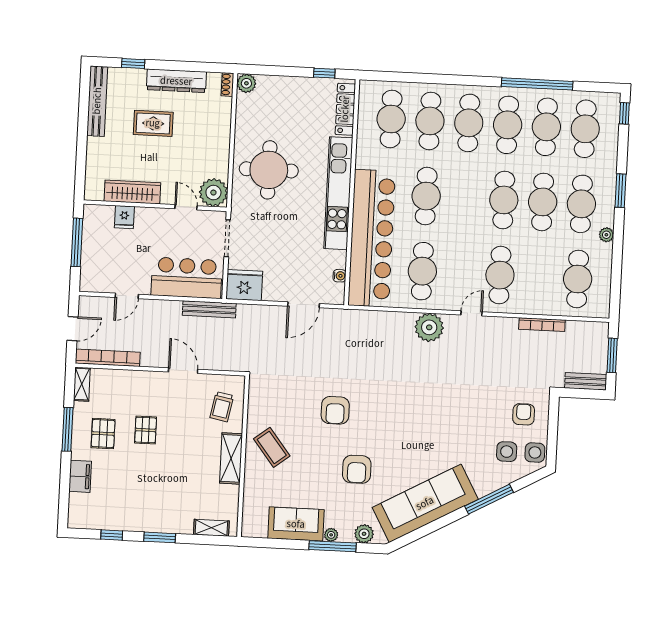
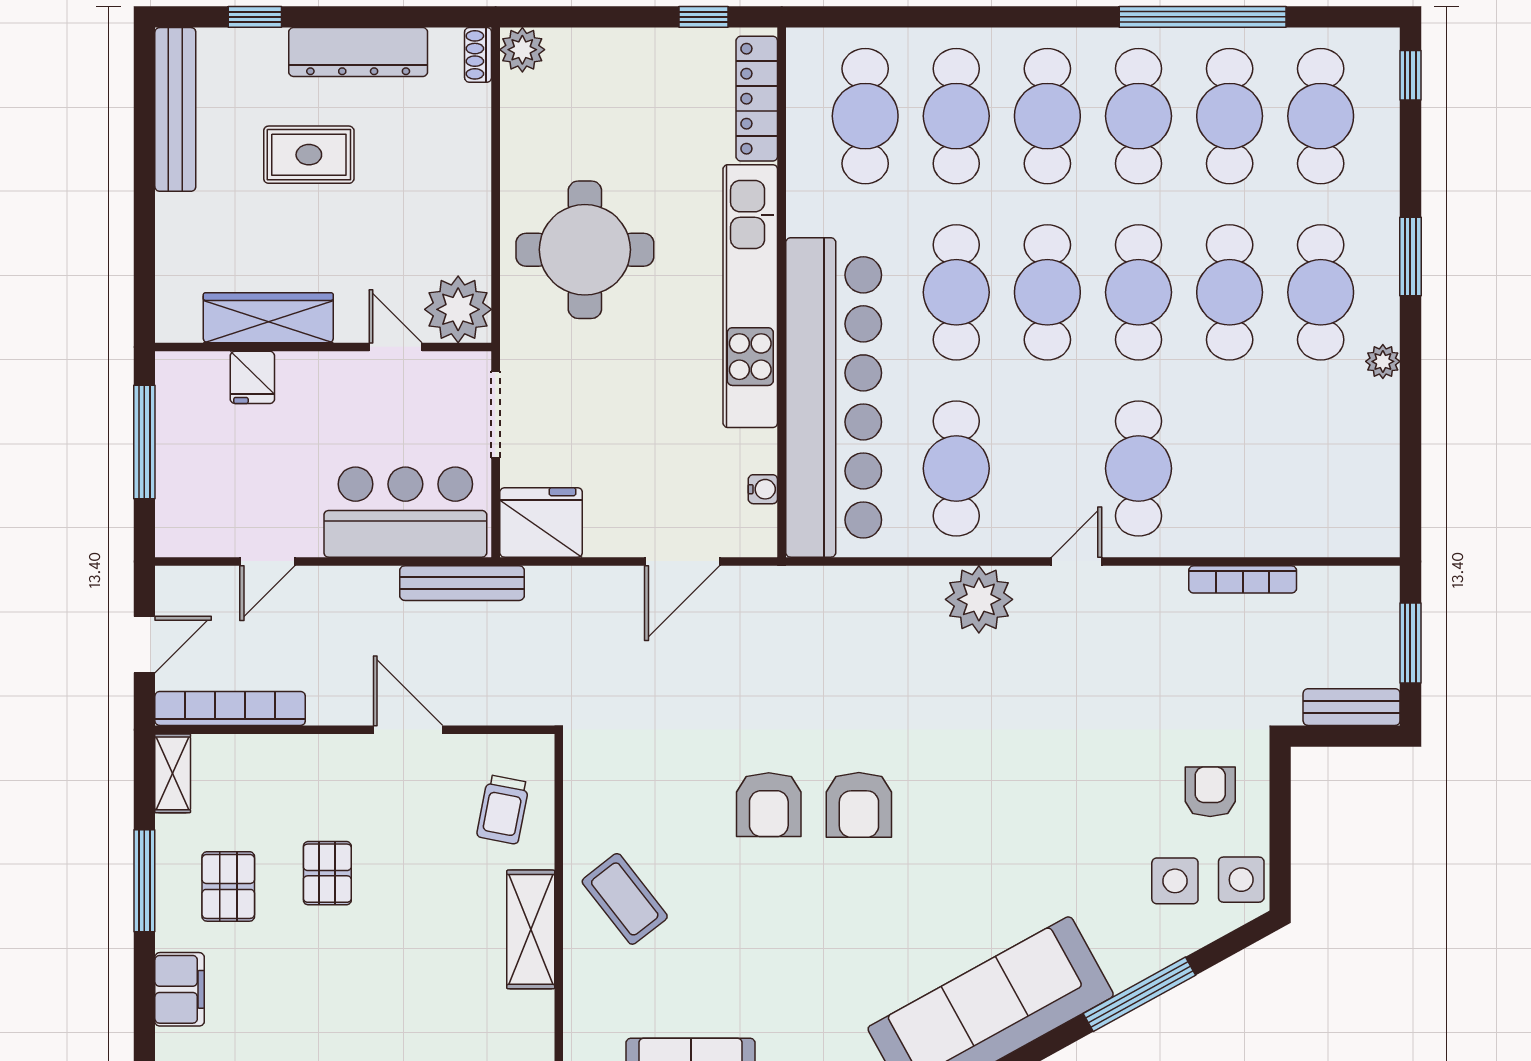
cafe table: (578, 279) -> (1047, 292), moved
armchair: (357, 469) -> (859, 805), moved

